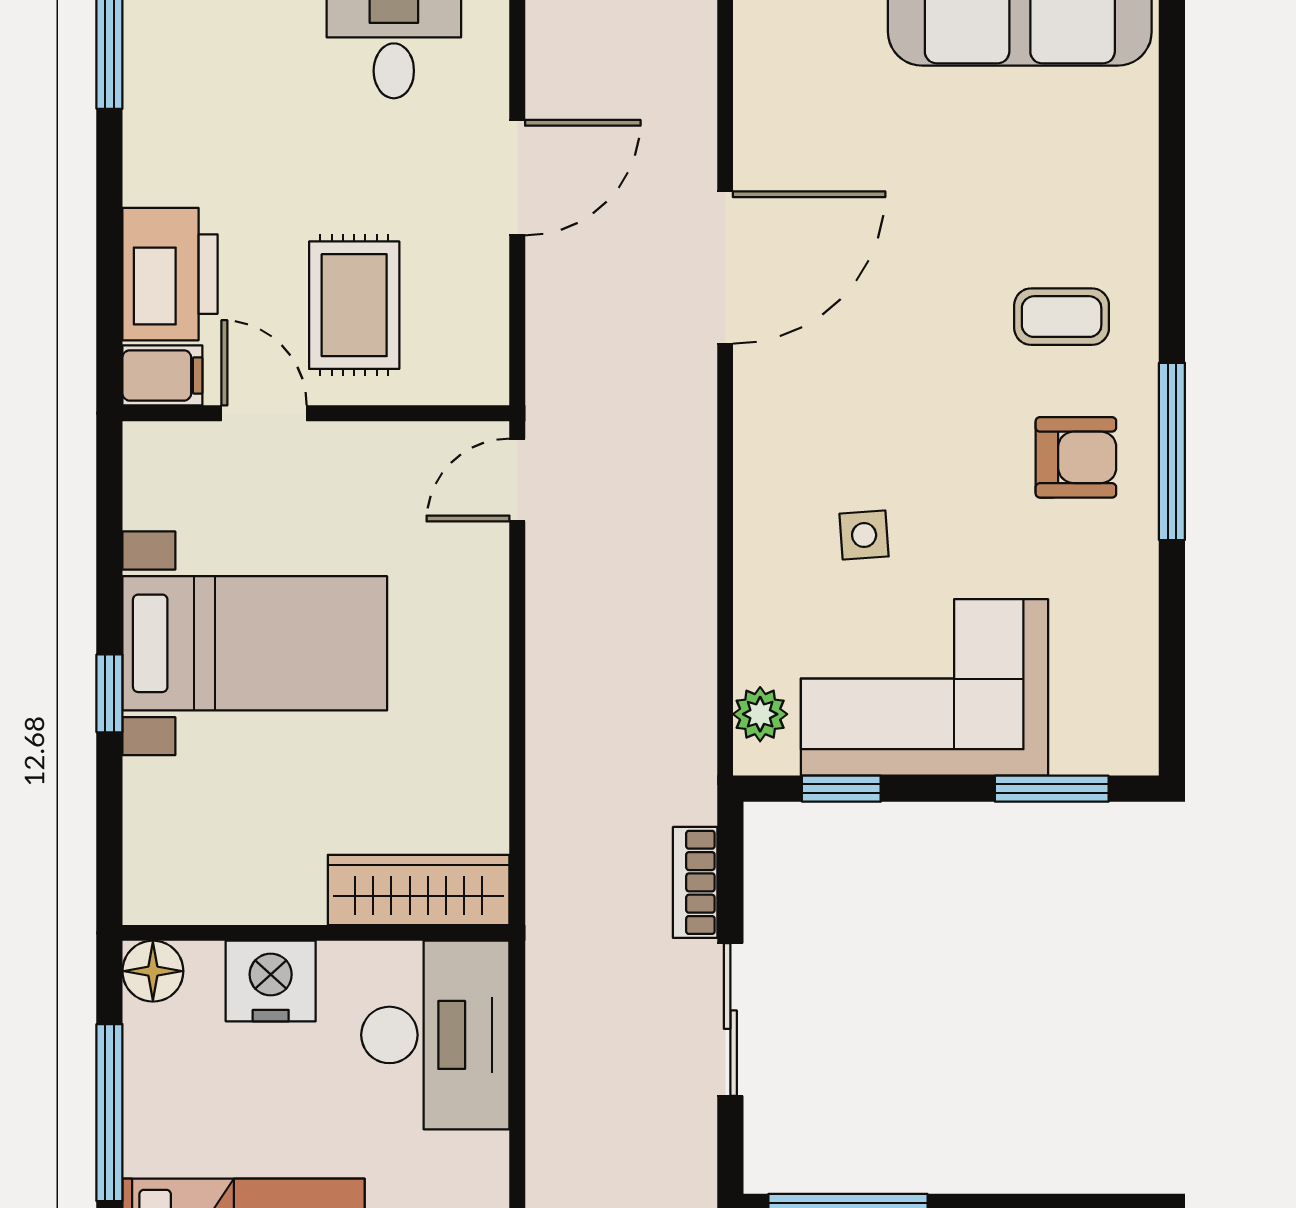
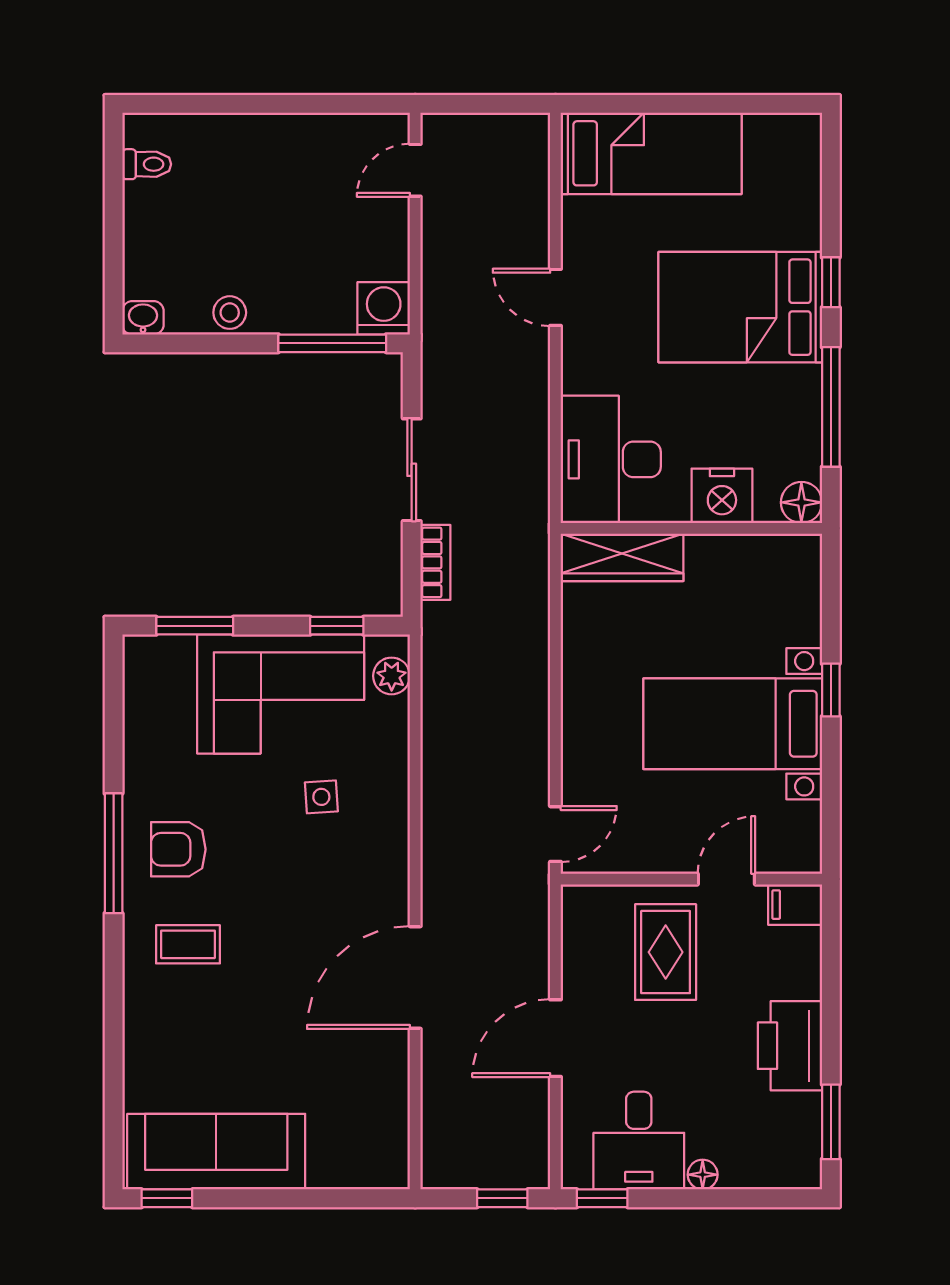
printer: (170, 274) -> (790, 1046), moved
door: (264, 413) -> (726, 879), swing flipped

